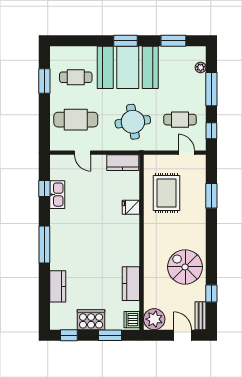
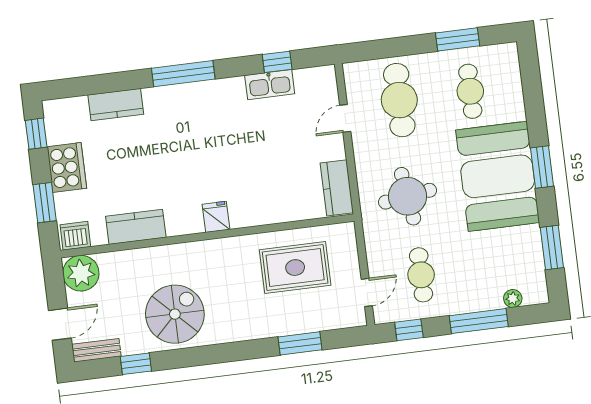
fridge: (131, 207) -> (216, 217), moved

